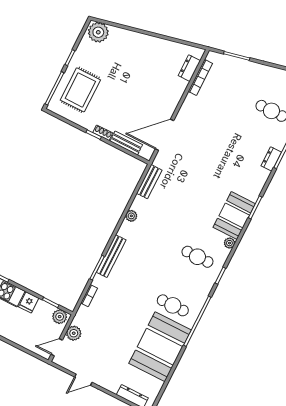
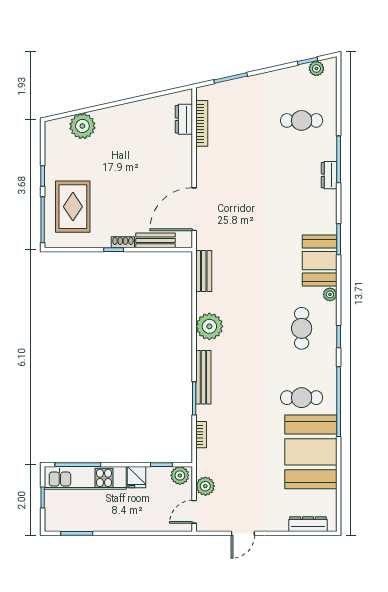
plant: (98, 32) -> (82, 126), moved
plant: (131, 216) -> (209, 326), width x1.87, depth x1.87
cafe table: (197, 257) -> (302, 328), turned 90

